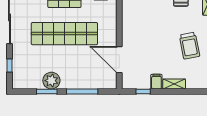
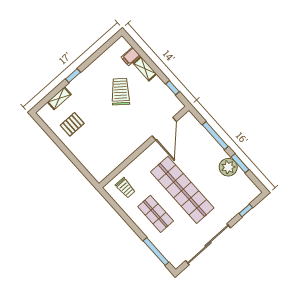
trolley: (189, 46) -> (120, 92), moved, turned -40
filing cabinet: (156, 82) -> (131, 56), moved

